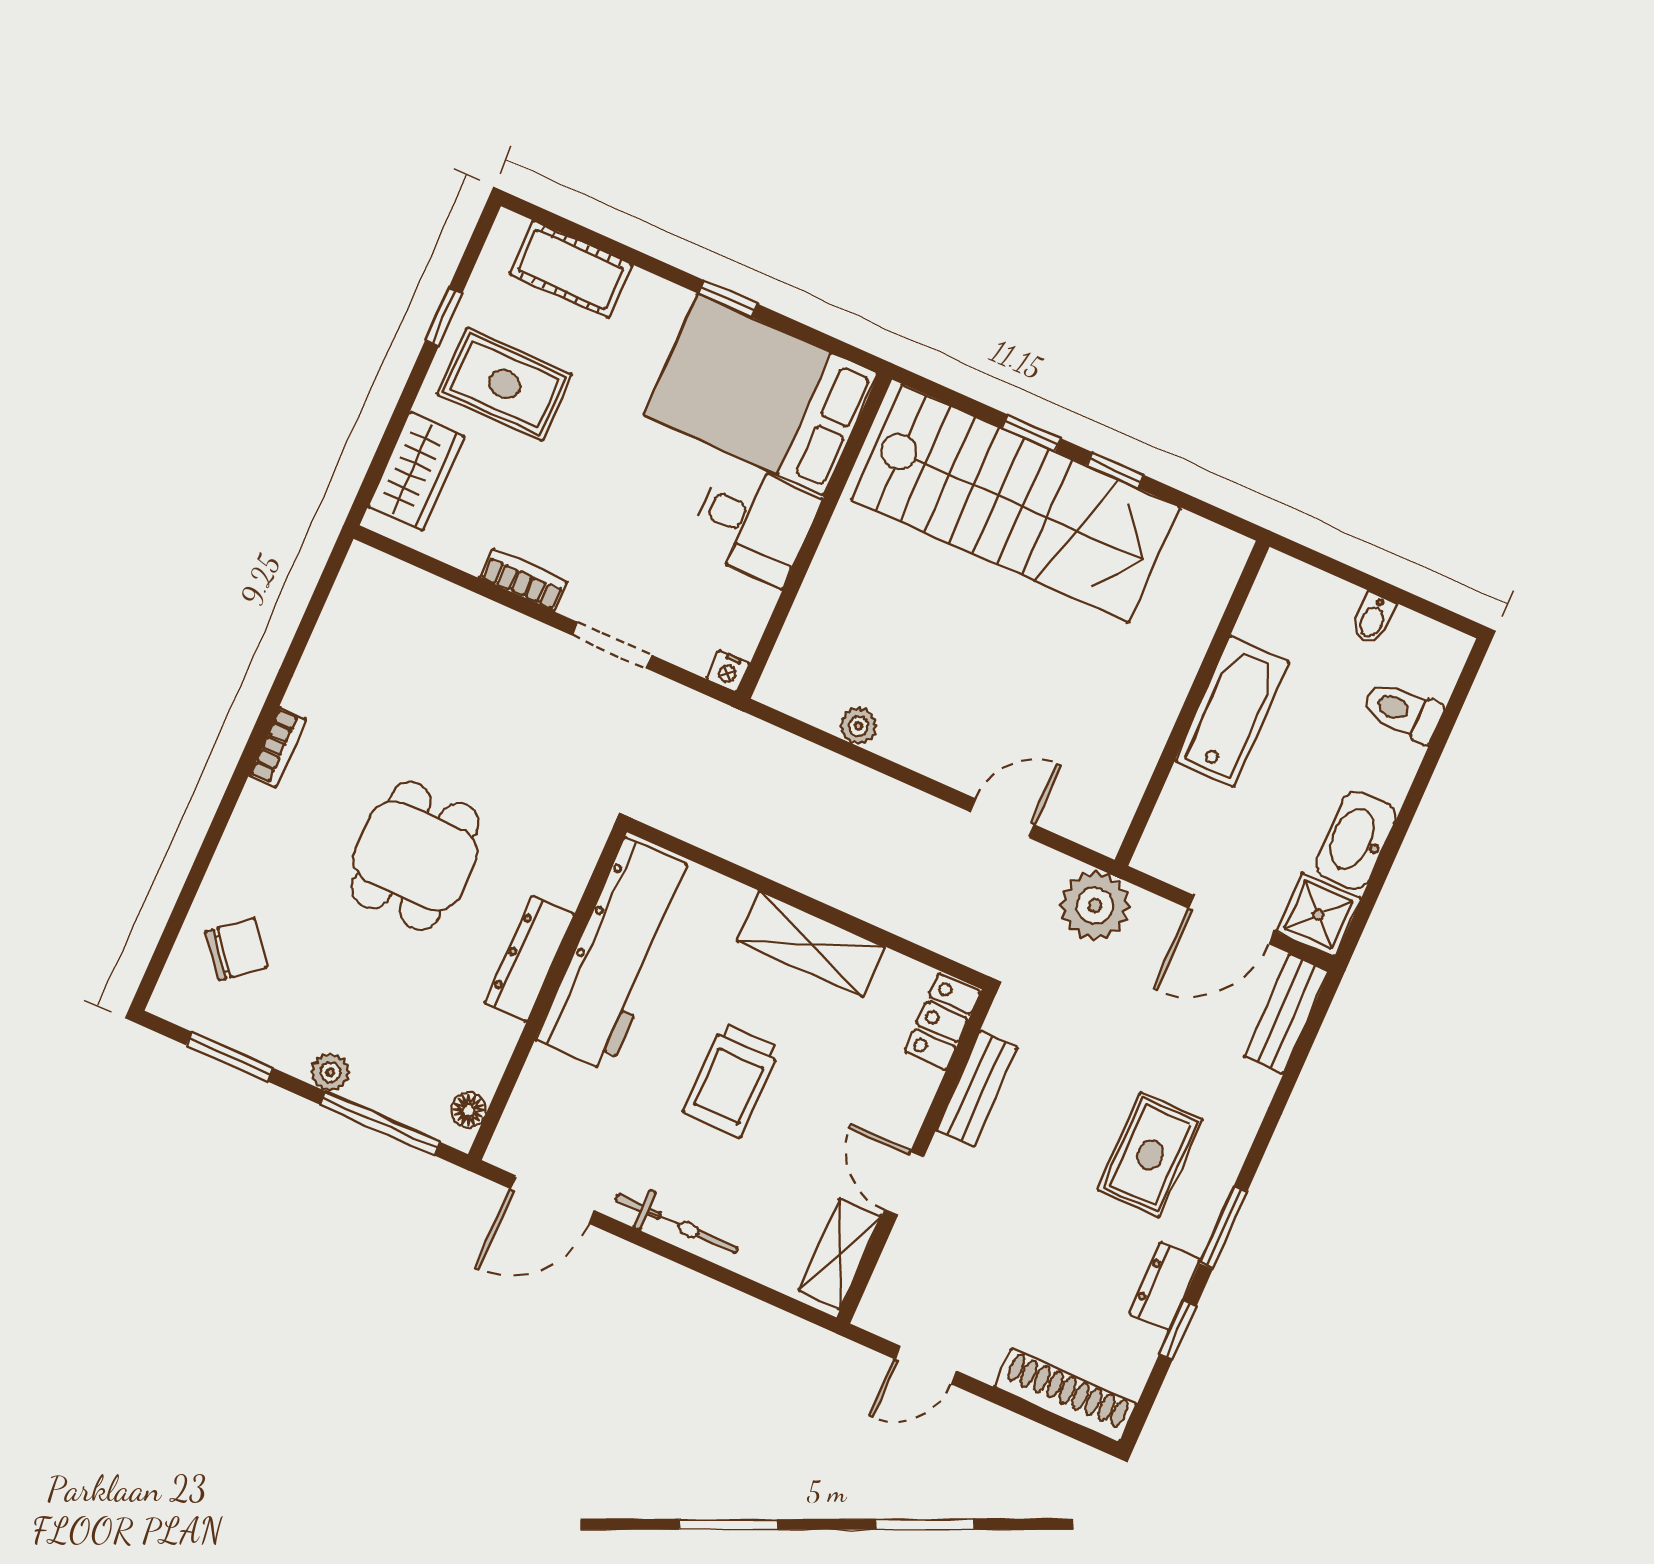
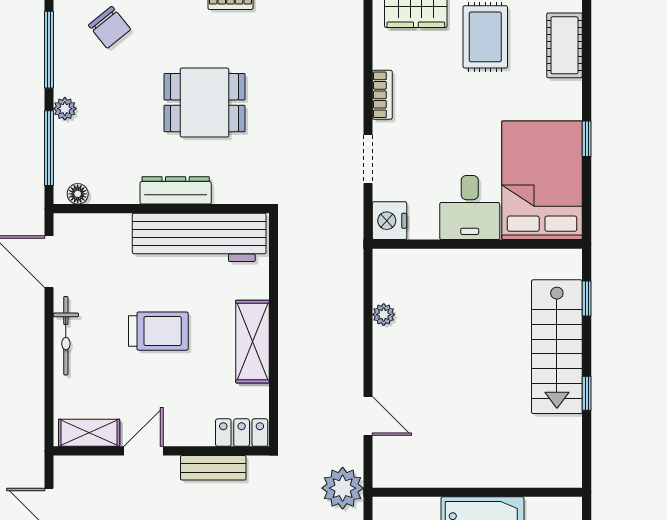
window: (1031, 433) -> (587, 299), moved
stairs: (1016, 503) -> (557, 347), width x0.73, depth x0.66
nightstand: (728, 671) -> (389, 221), width x1.89, depth x1.79
window: (230, 1057) -> (49, 50), width x1.44
trolley: (732, 1080) -> (158, 331), turned 180

